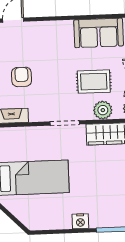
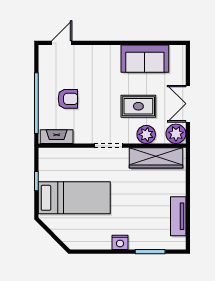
armchair: (22, 77) -> (68, 99), turned 90

